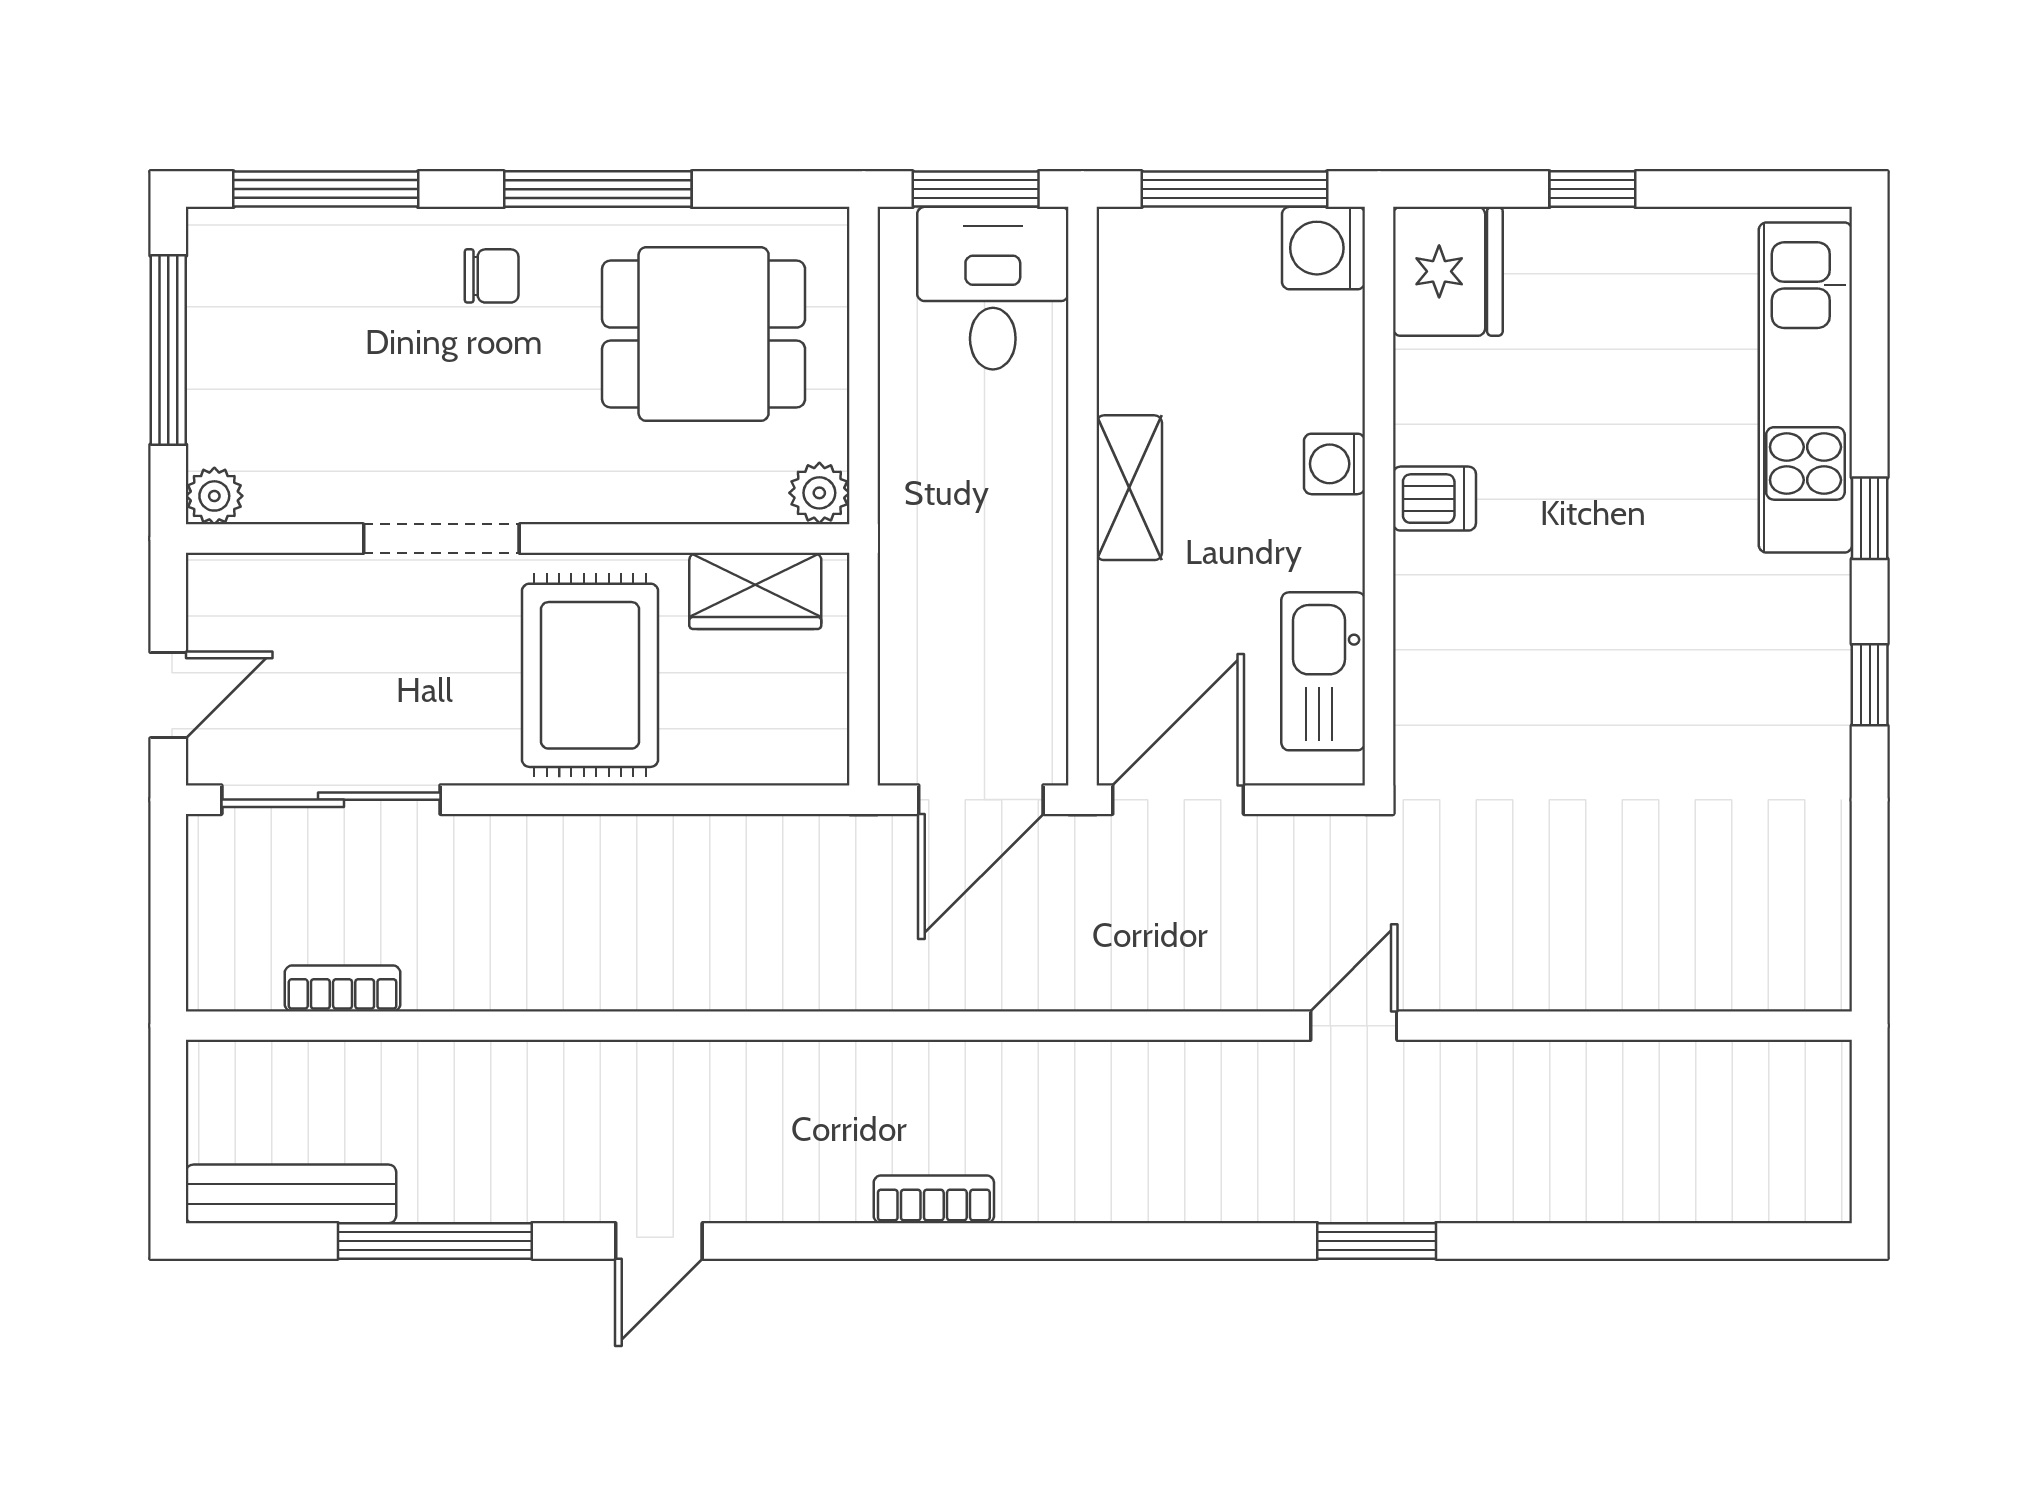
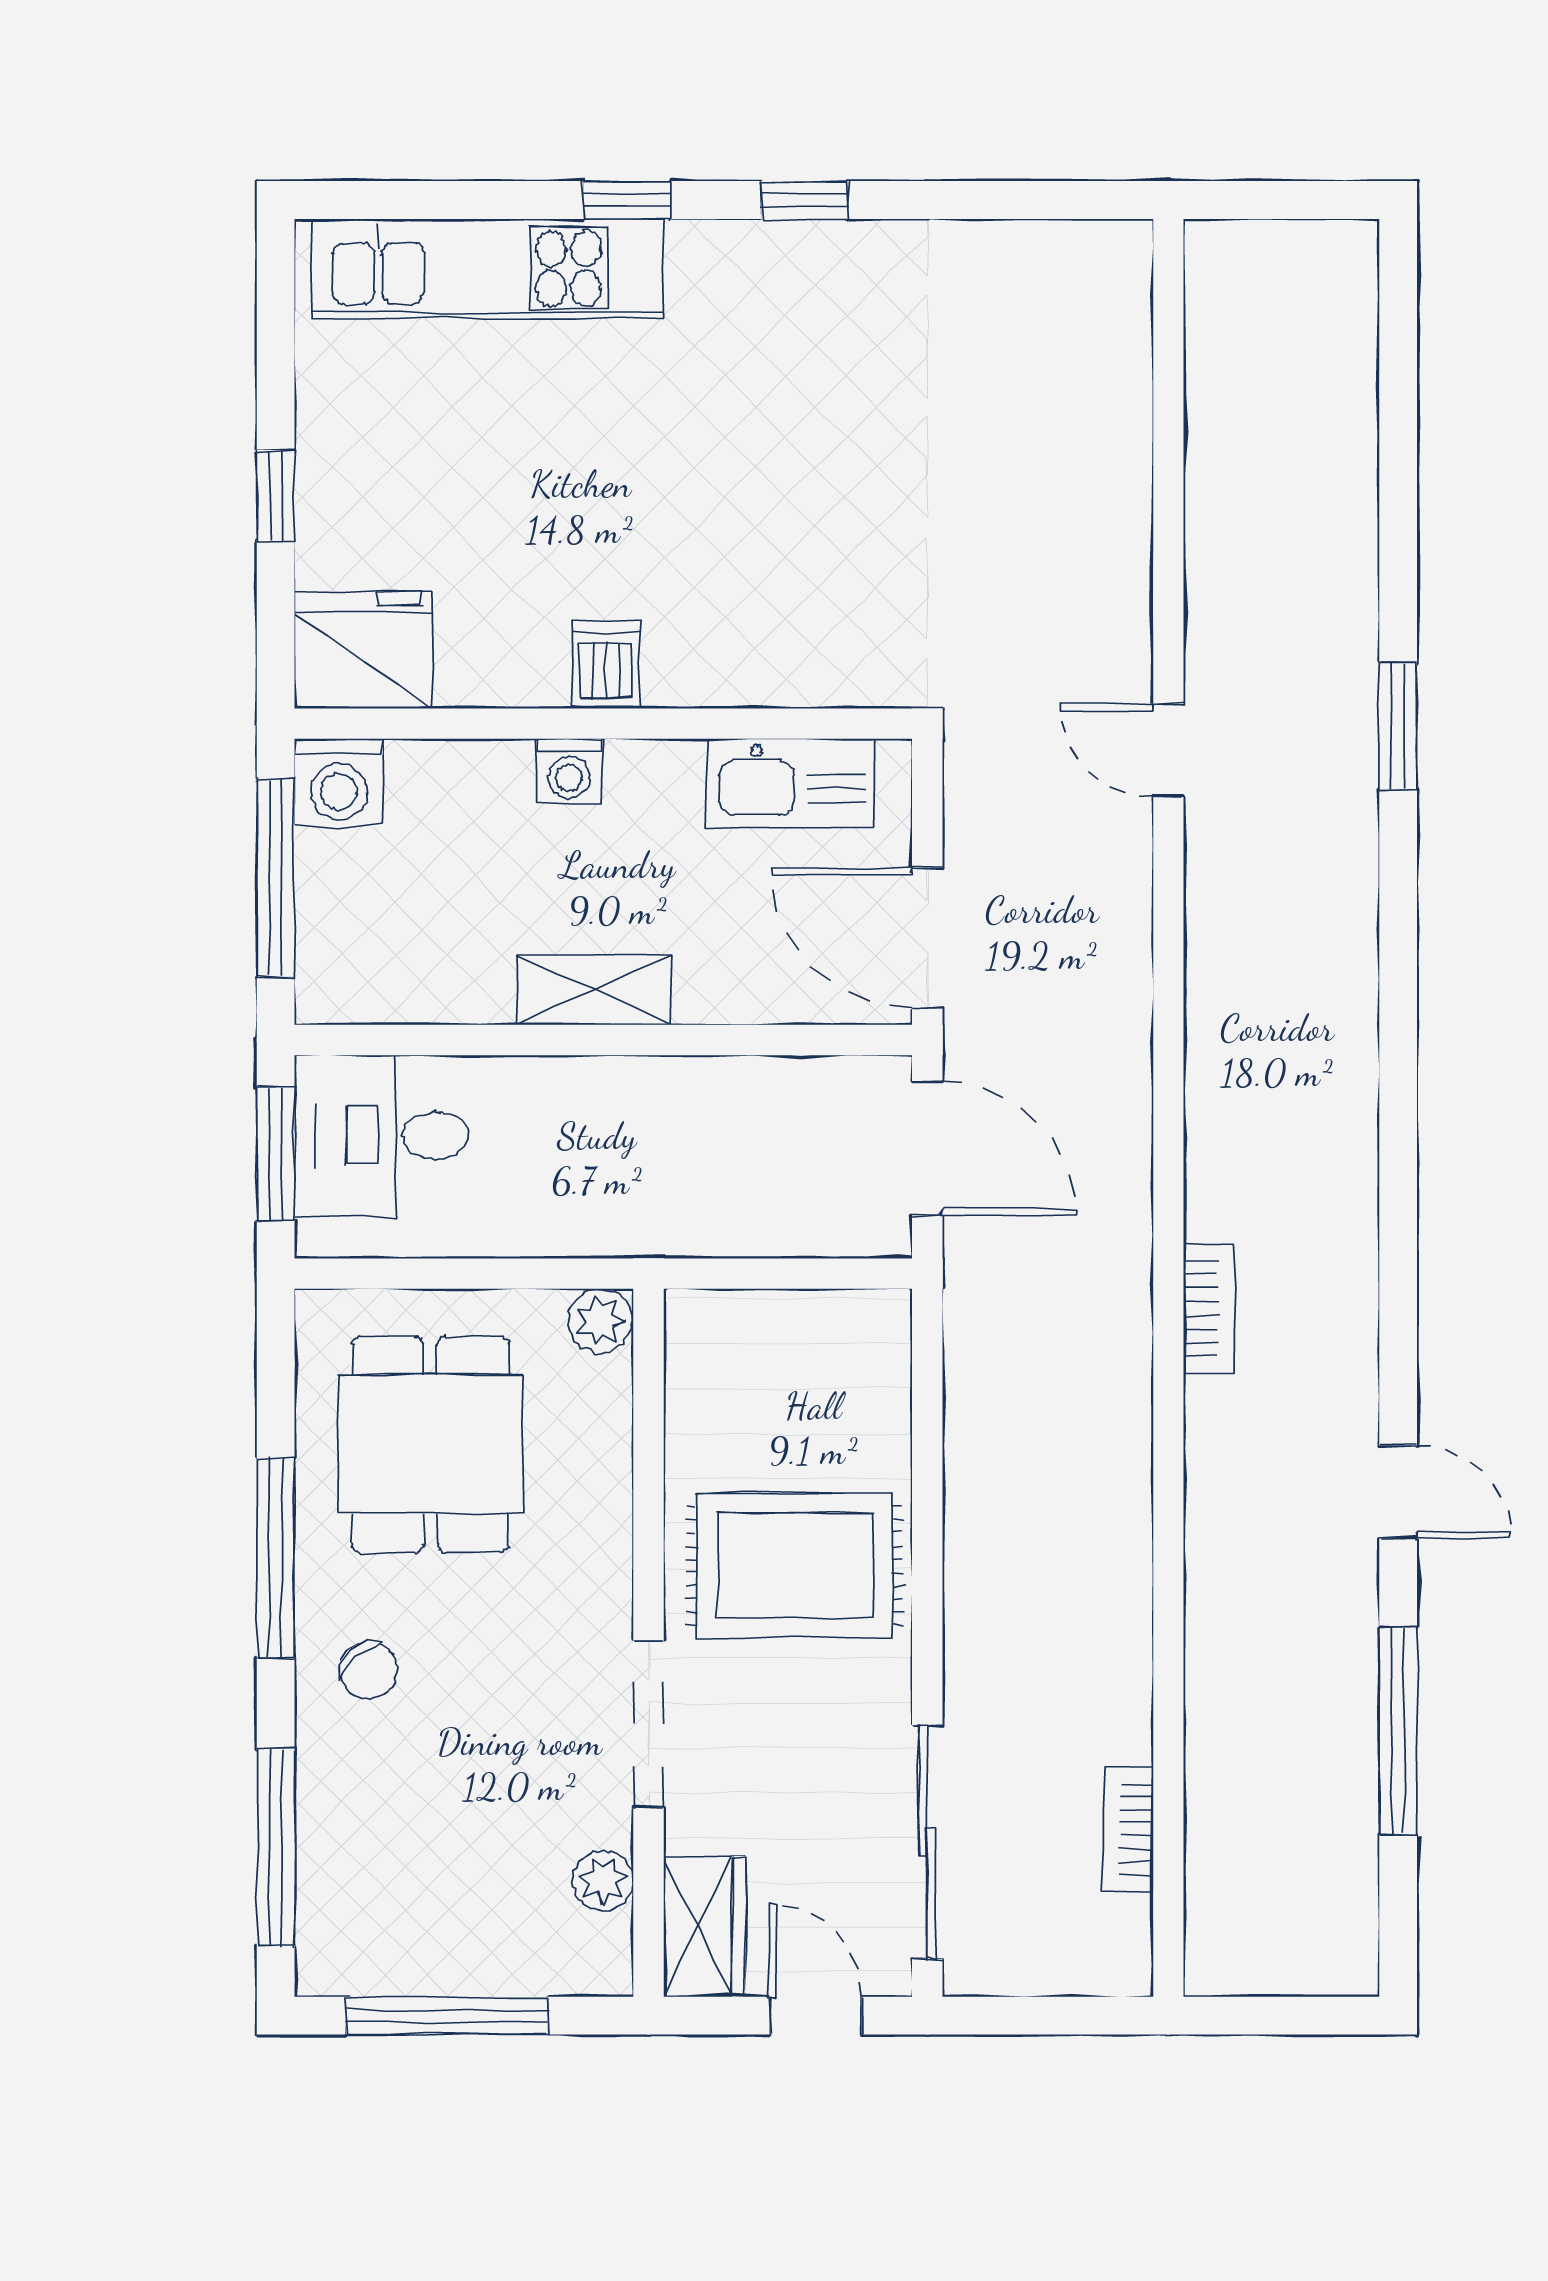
chair: (492, 276) -> (368, 1671), turned 140
plant: (214, 496) -> (603, 1881), moved
wardrobe: (755, 591) -> (704, 1926), moved
bench: (291, 1194) -> (1348, 1885), removed
bookcase: (934, 1199) -> (1209, 1309), moved, turned 180

